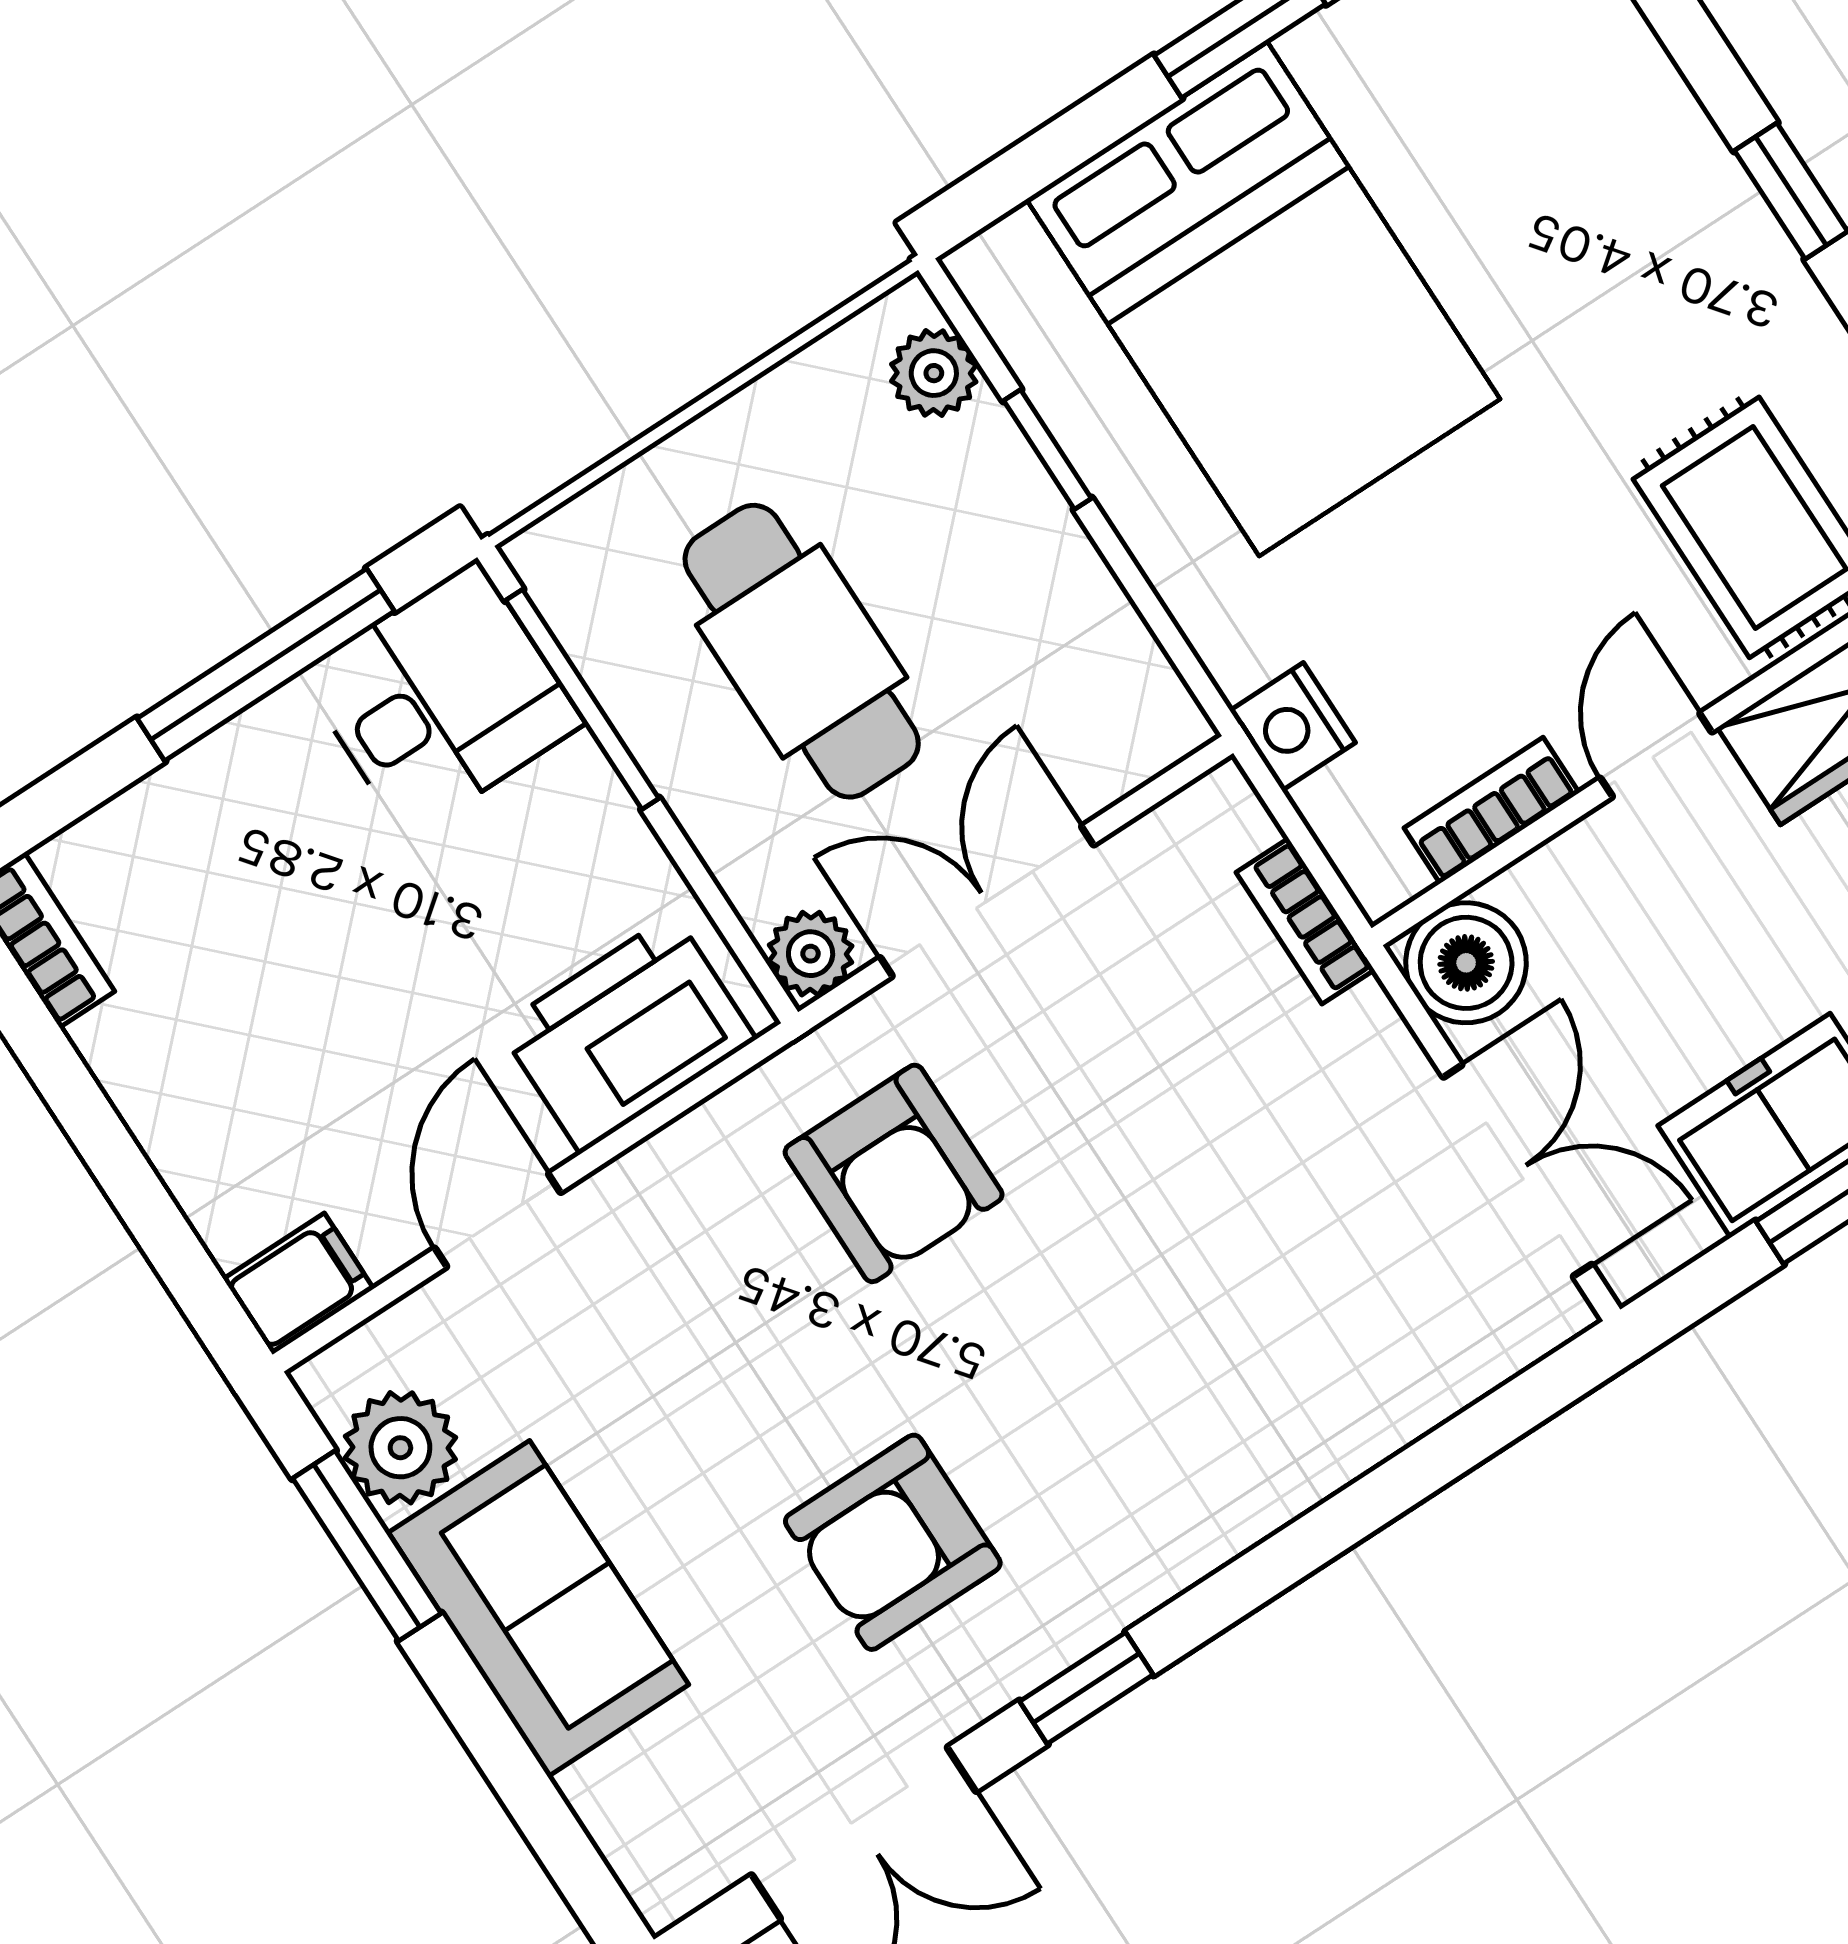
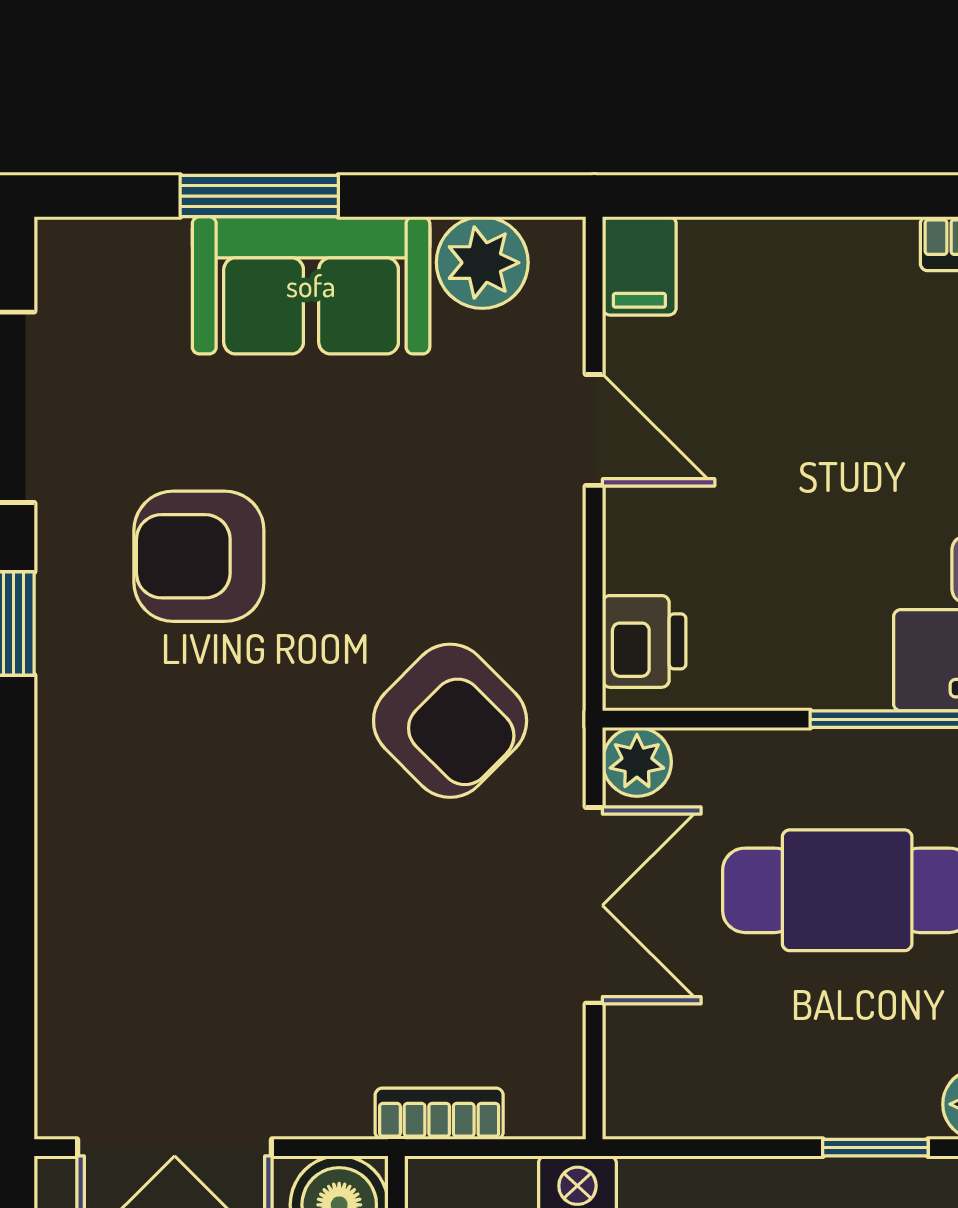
printer: (627, 1033) -> (644, 641), width x0.53, depth x0.68
armchair: (894, 1173) -> (450, 721), turned -135
armchair: (893, 1542) -> (199, 556), turned -90
window: (367, 1546) -> (259, 196), moved

